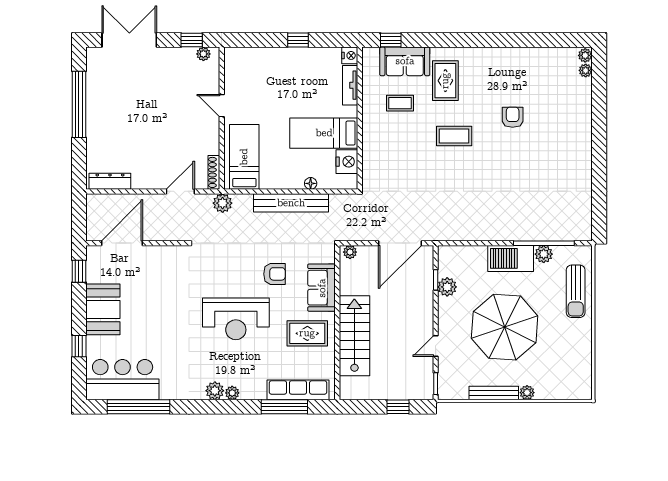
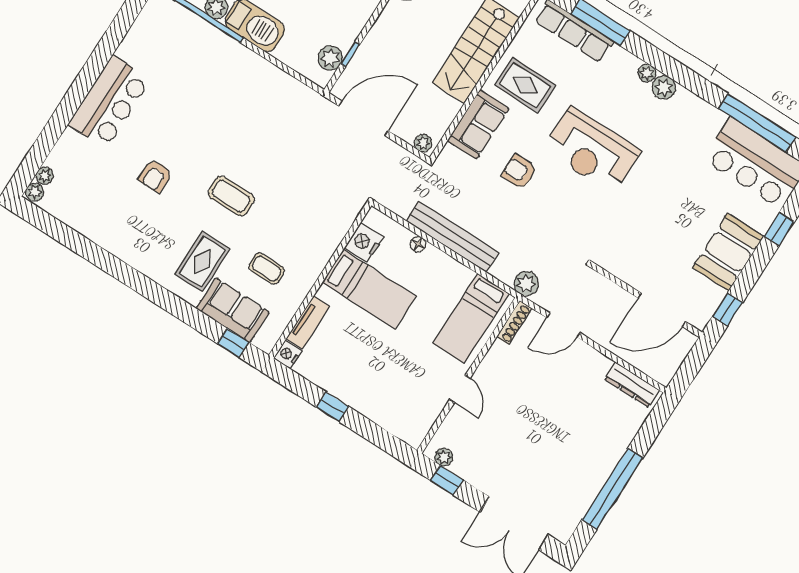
bar counter: (574, 146) -> (109, 102), added
plant: (447, 287) -> (330, 58), moved
reception desk: (236, 319) -> (592, 150), turned 180

